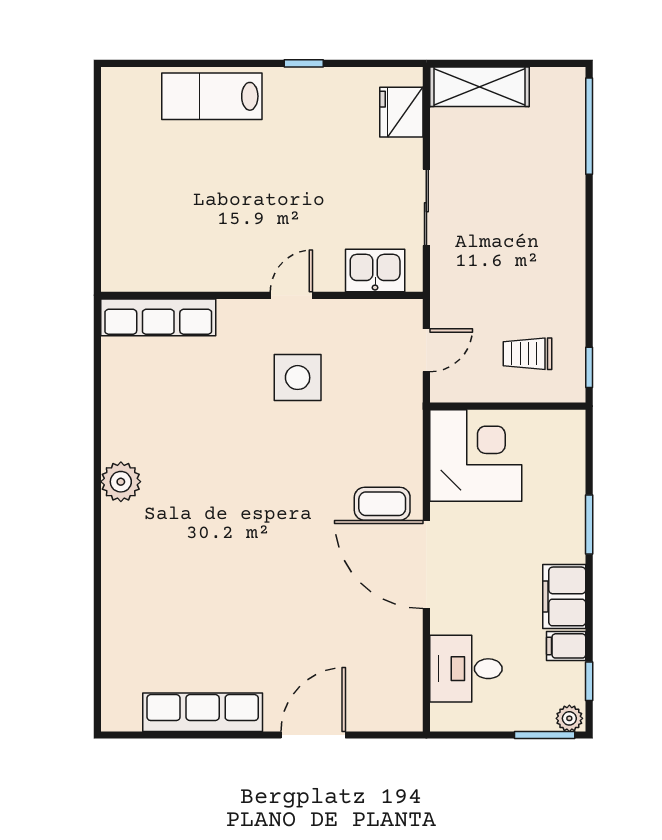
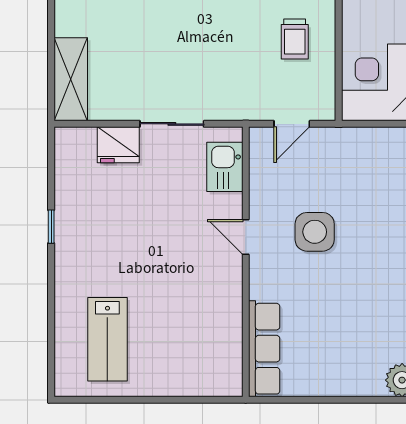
lab bench: (212, 96) -> (107, 339), moved
fridge: (401, 112) -> (118, 145), moved
door: (426, 350) -> (292, 124), swing flipped

